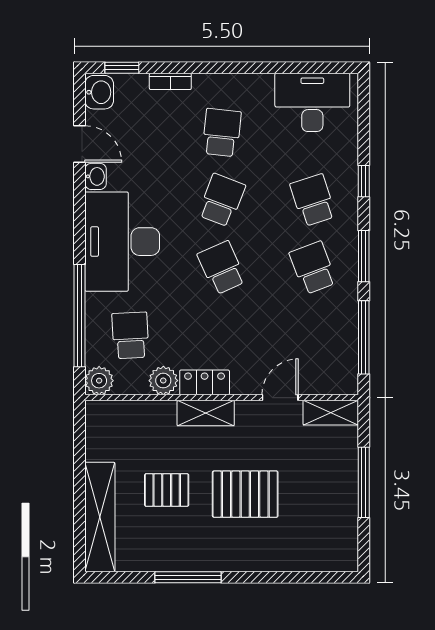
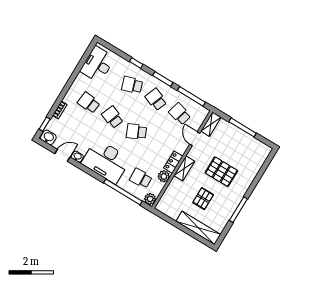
school desk: (313, 268) -> (156, 99), turned 42
school desk: (313, 335) -> (180, 114), added
pallet: (245, 494) -> (221, 172), turned 90

